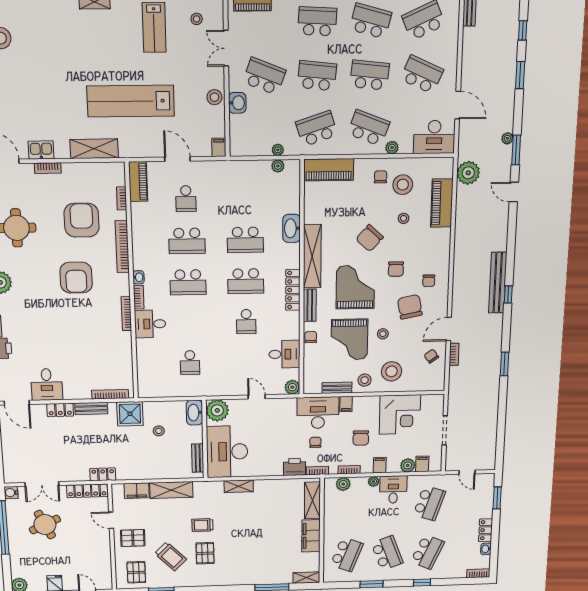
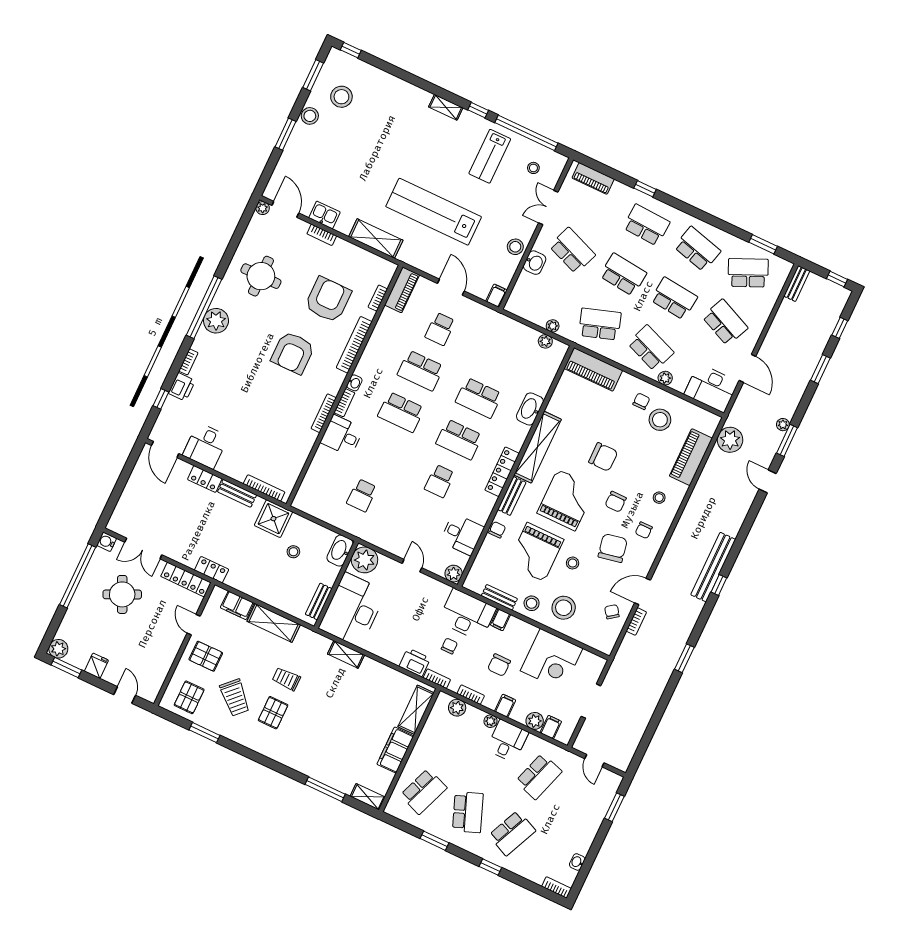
stool: (404, 218) -> (659, 498), moved
chair: (370, 238) -> (603, 457), turned -132
locker: (486, 530) -> (586, 839), removed

